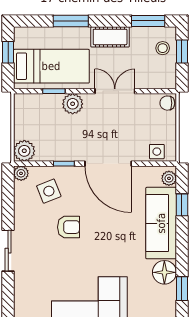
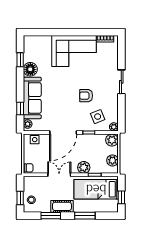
window: (148, 21) -> (51, 216), moved
double door: (115, 91) -> (59, 175), swing flipped
plant: (23, 116) -> (112, 160), added
door: (108, 164) -> (63, 133), swing flipped

